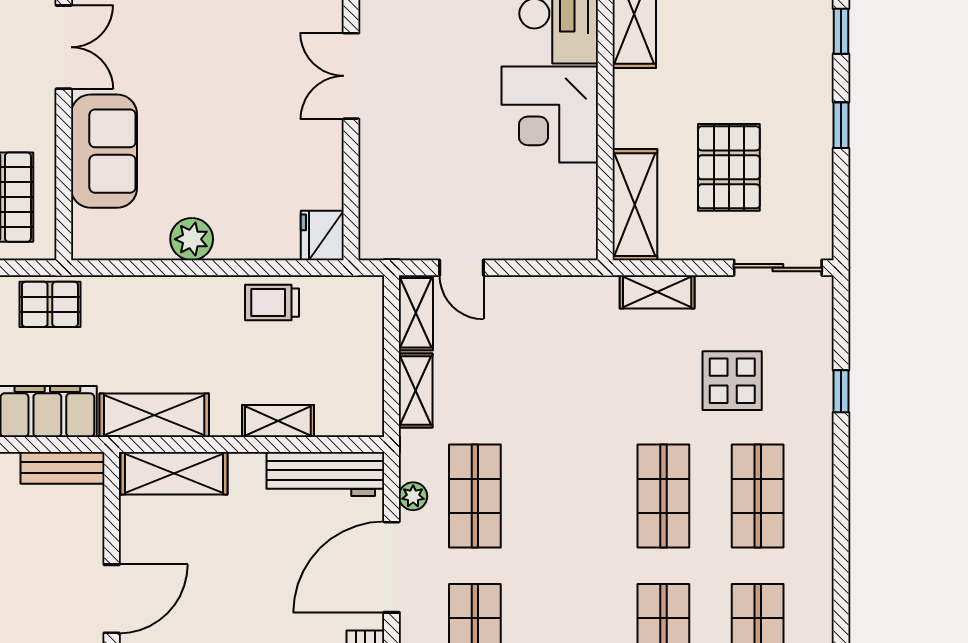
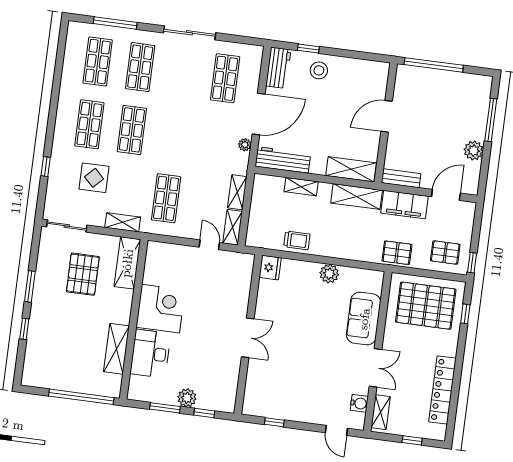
double door: (64, 47) -> (375, 368), swing flipped
window: (841, 125) -> (30, 286), width x1.50
shop shelf: (475, 496) -> (166, 198), moved

